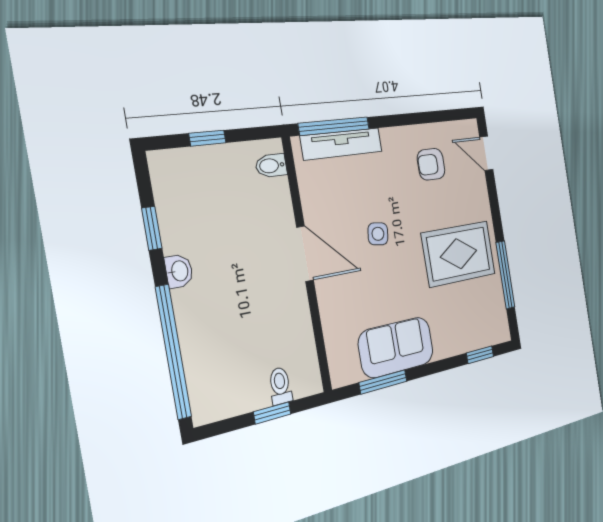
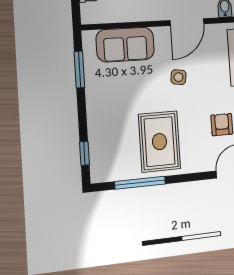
door: (305, 254) -> (187, 22), moved
sofa: (396, 347) -> (125, 45), moved, turned 90

